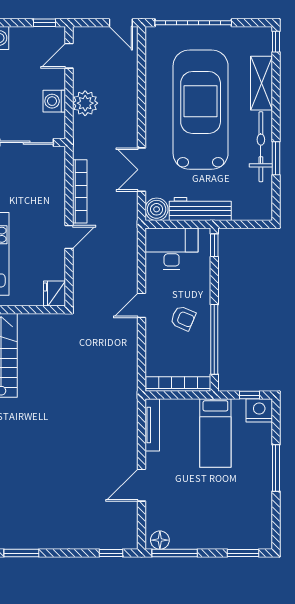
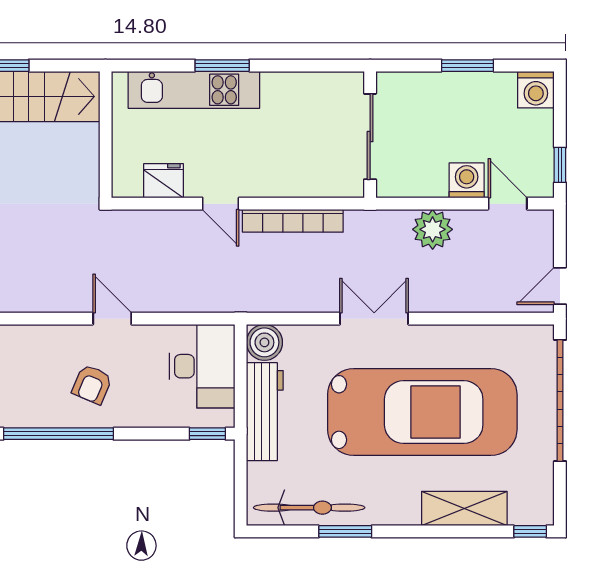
washing machine: (54, 101) -> (467, 180), moved
bicycle: (261, 147) -> (309, 508), moved
double door: (142, 170) -> (374, 319), moved
fridge: (54, 294) -> (164, 181), moved

